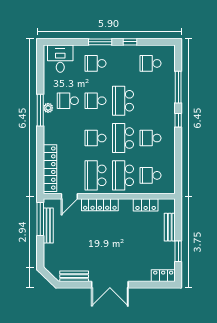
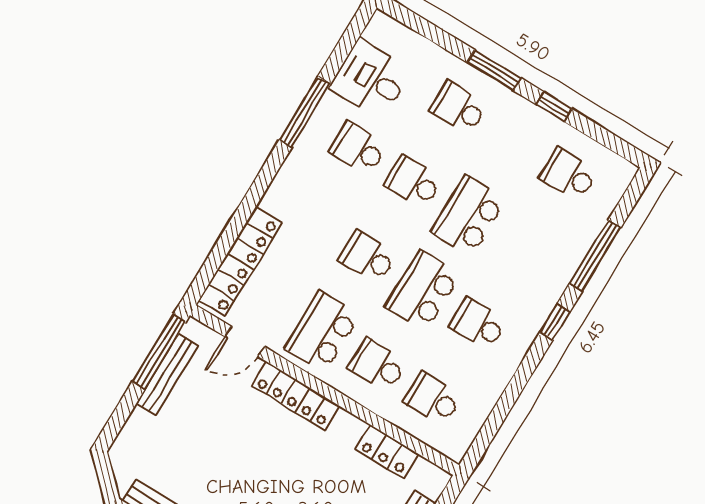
desk: (60, 59) -> (371, 79), moved, turned -90
plant: (48, 108) -> (310, 139), removed
window: (40, 110) -> (305, 112), moved
school desk: (123, 175) -> (378, 365), width x0.54

